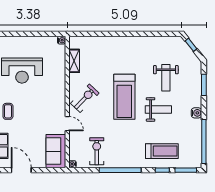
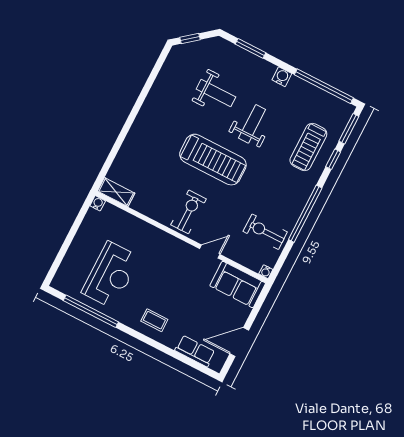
shelving: (74, 61) -> (116, 192), moved
exercise bike: (85, 98) -> (189, 212), turned 46
treadmill: (162, 151) -> (308, 147), turned 180

